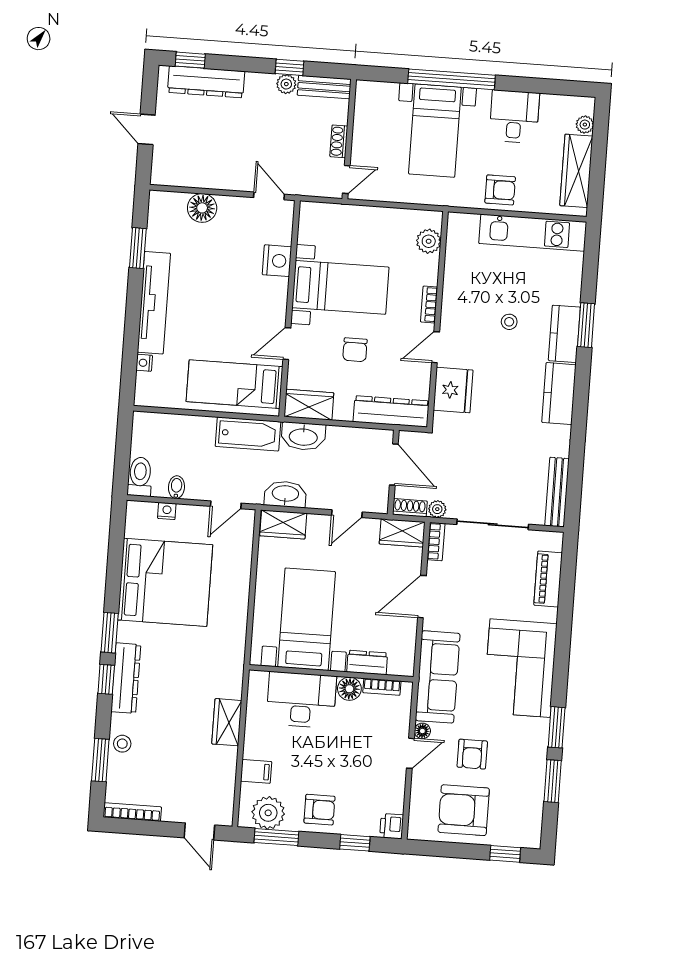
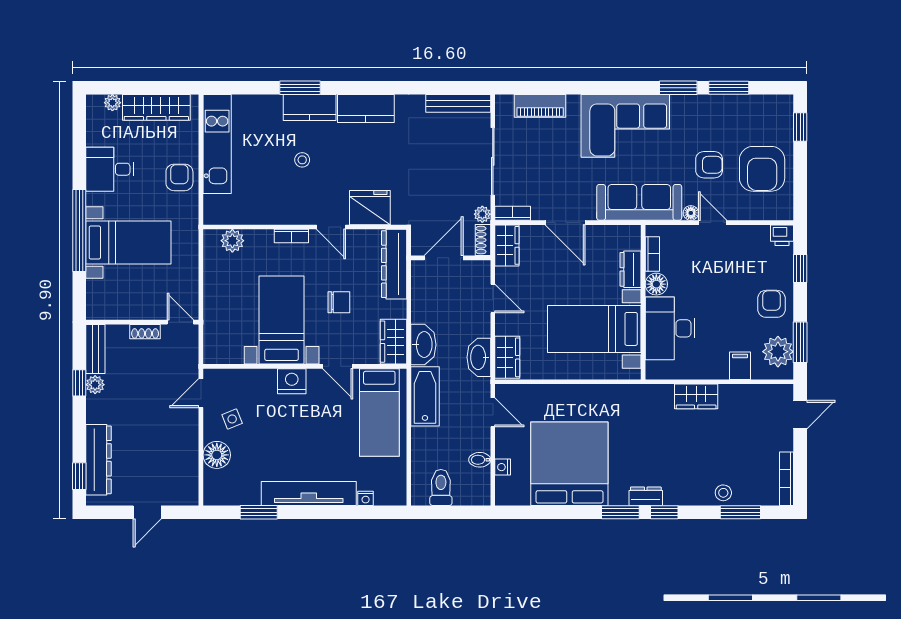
side table: (239, 227) -> (232, 419), added
nightstand: (277, 261) -> (292, 381), moved
toilet: (140, 477) -> (441, 487), moved, turned 90
dresser: (126, 678) -> (646, 496), width x0.51, depth x0.80

